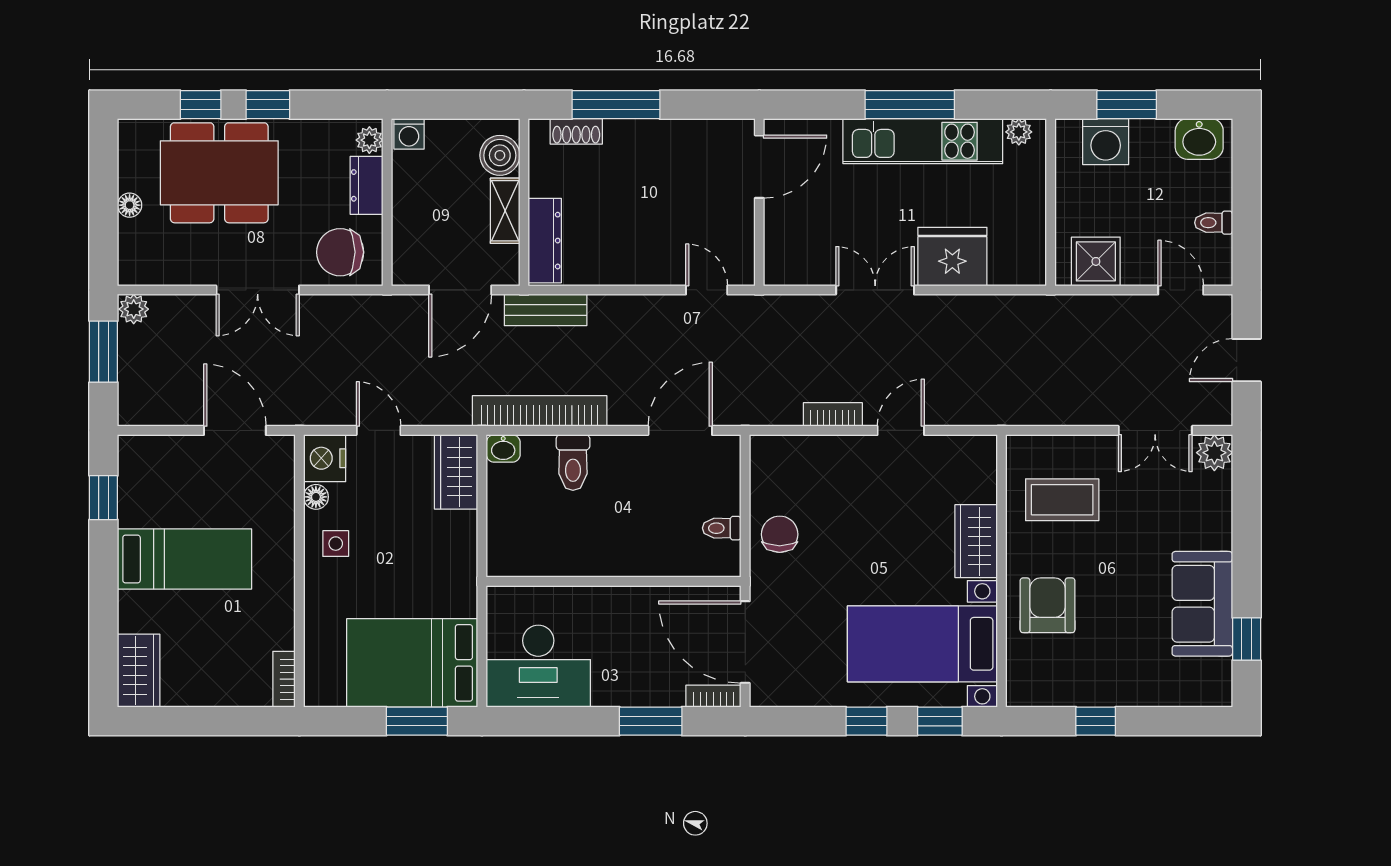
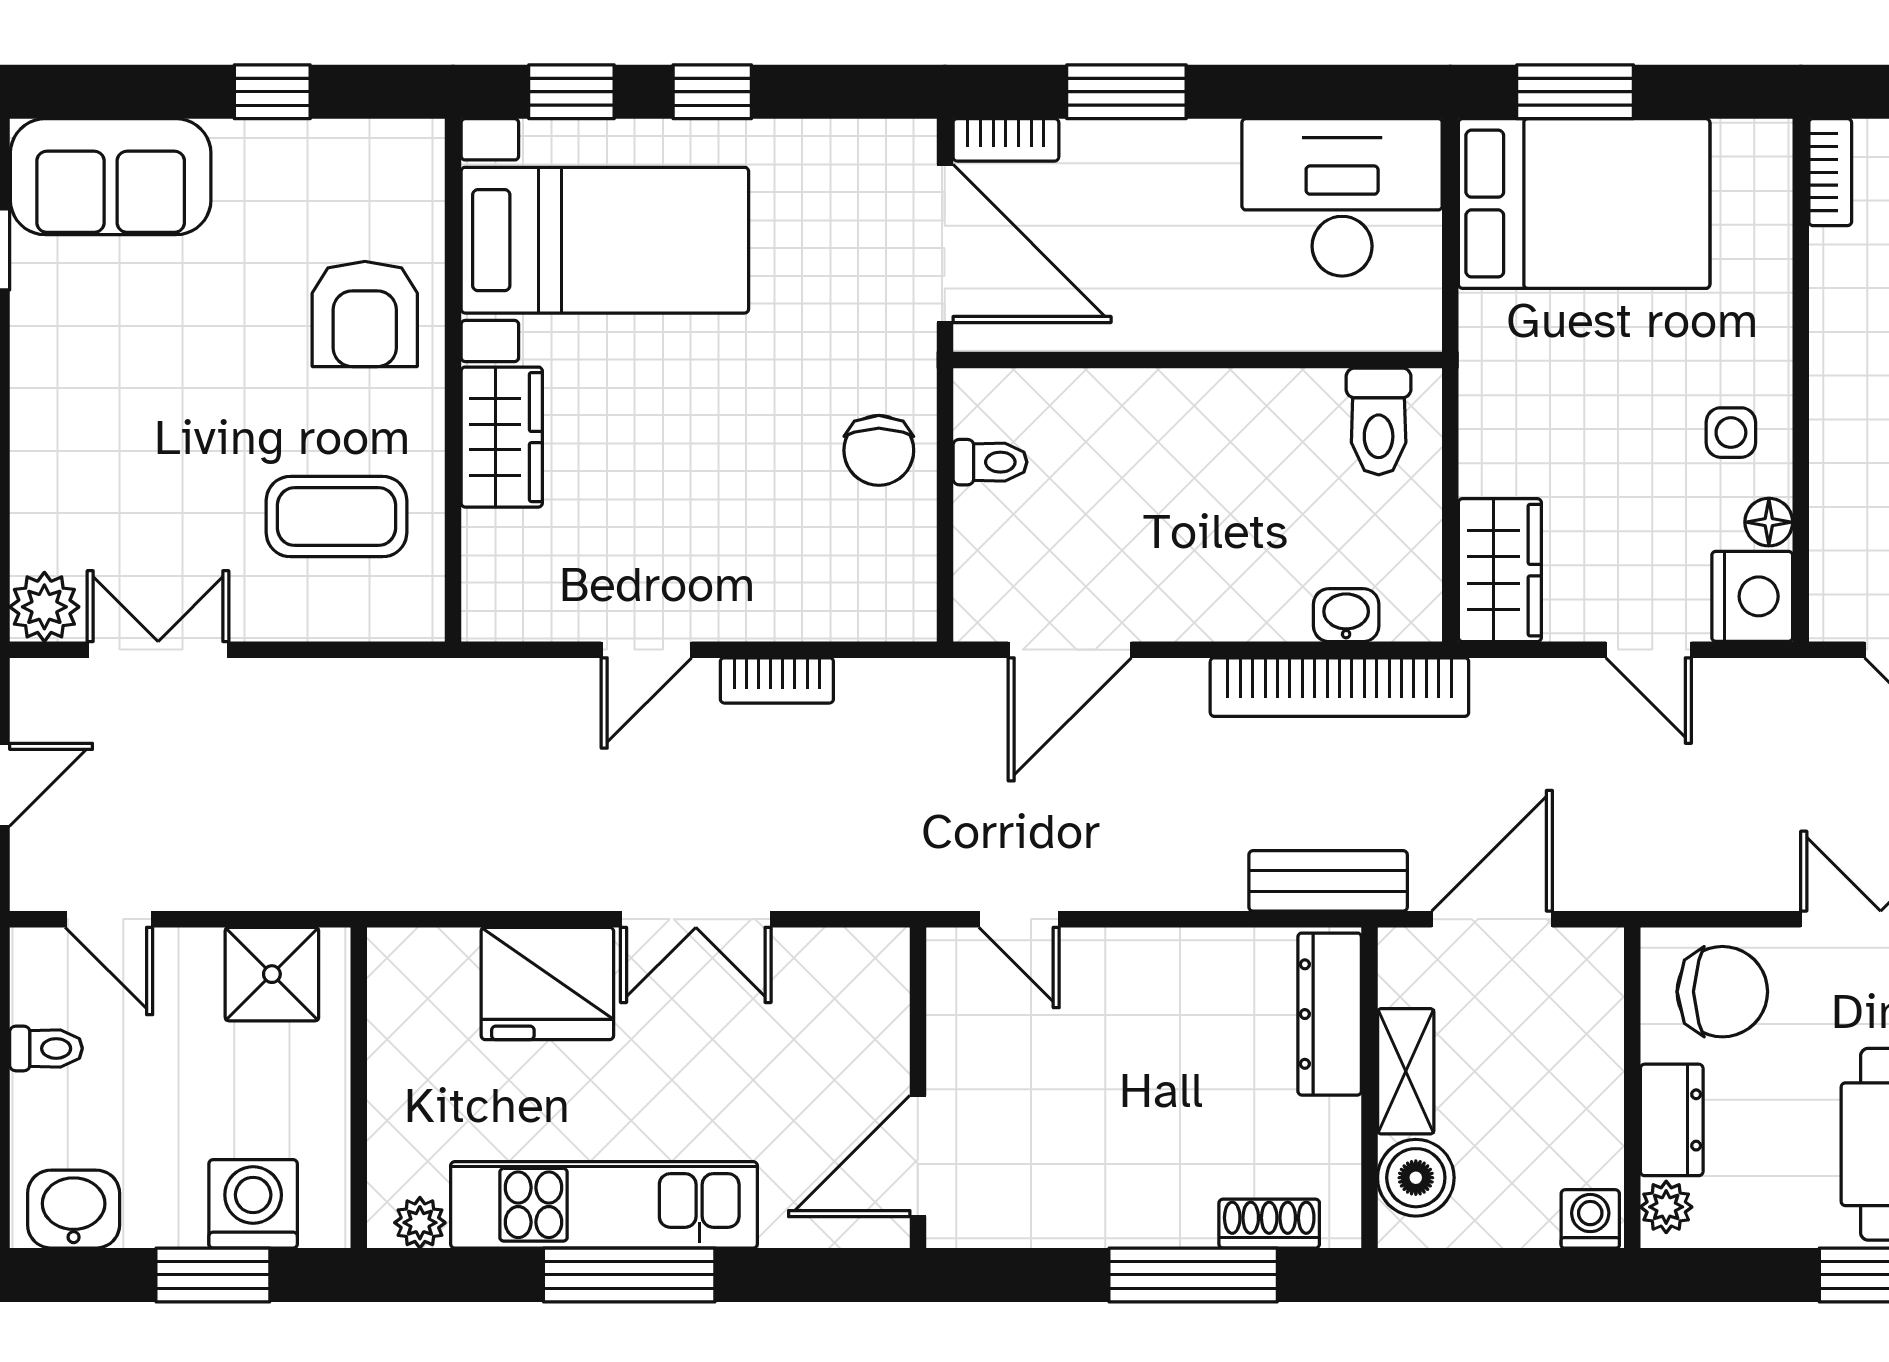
washbasin: (503, 448) -> (1346, 615), moved
toilet: (573, 462) -> (1379, 421), moved, turned 180
sofa: (1202, 604) -> (111, 177), moved, turned 90

